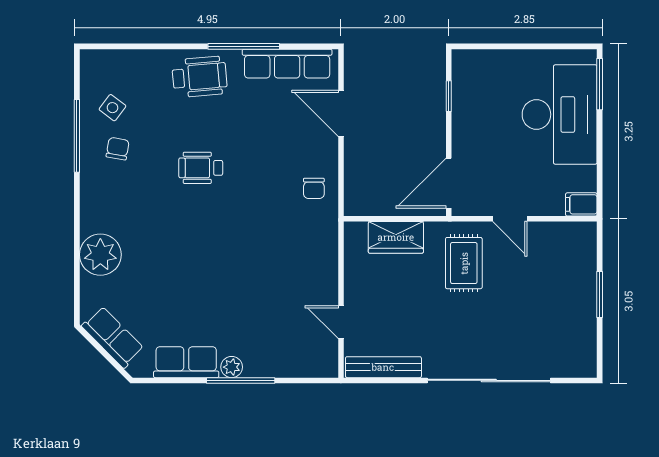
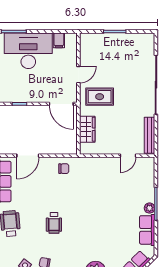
filing cabinet: (581, 204) -> (59, 40), moved

